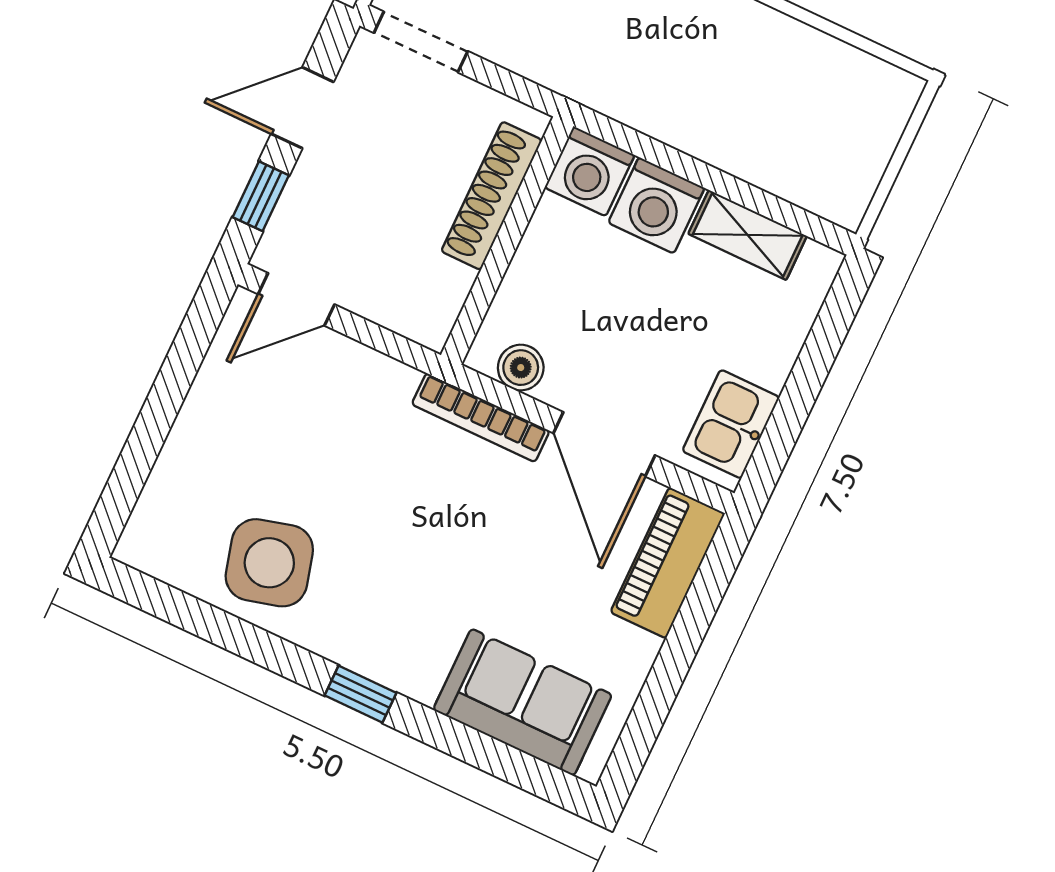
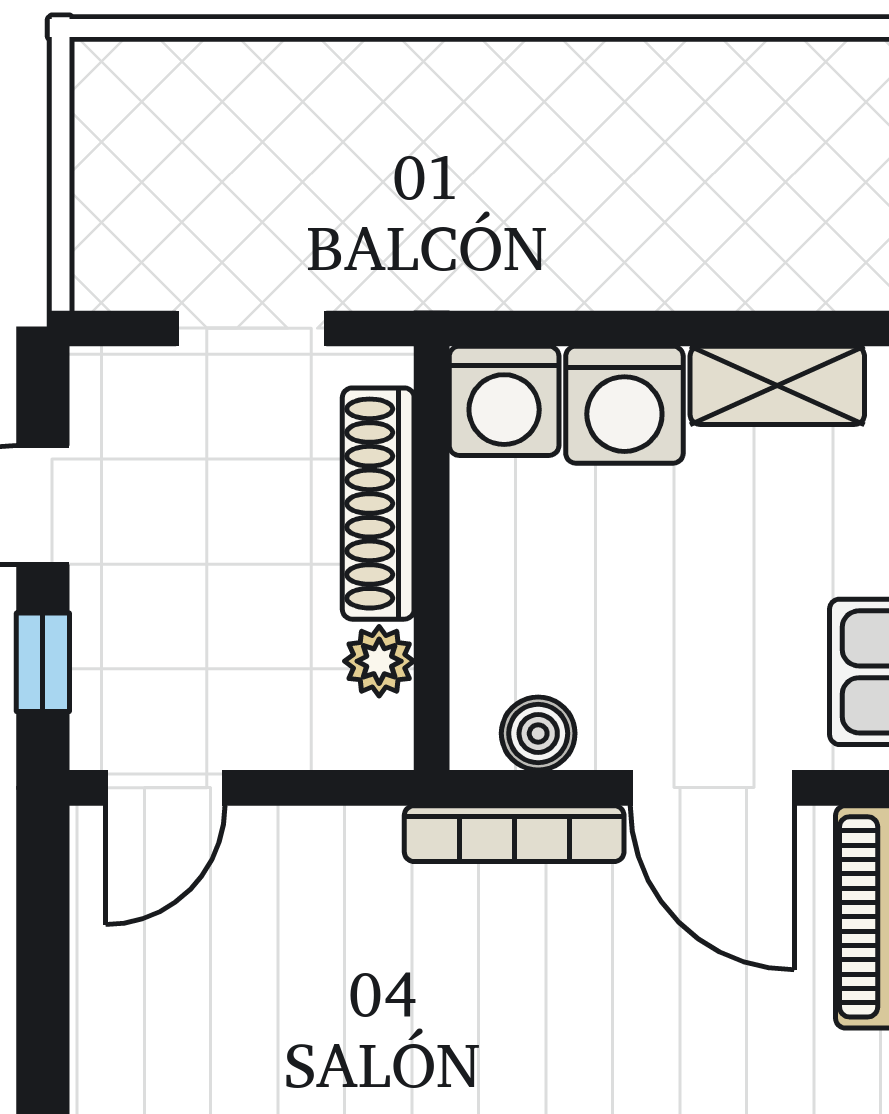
doorway: (421, 42) -> (251, 328), moved
plant: (450, 285) -> (379, 661), added

